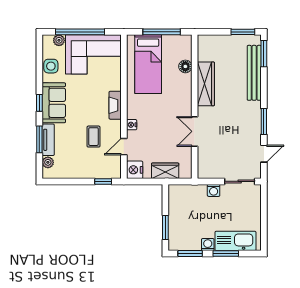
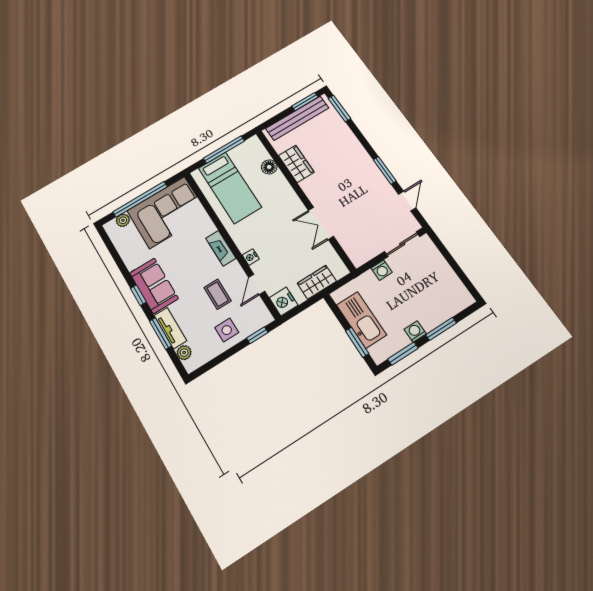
side table: (51, 66) -> (227, 330), moved
bench: (254, 73) -> (297, 118), moved, turned 90
wardrobe: (206, 84) -> (296, 164), width x0.67
kitchen sink: (235, 241) -> (361, 320), moved, turned 90

